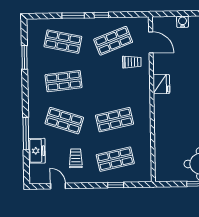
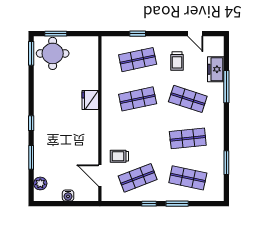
fridge: (161, 84) -> (90, 100), moved

